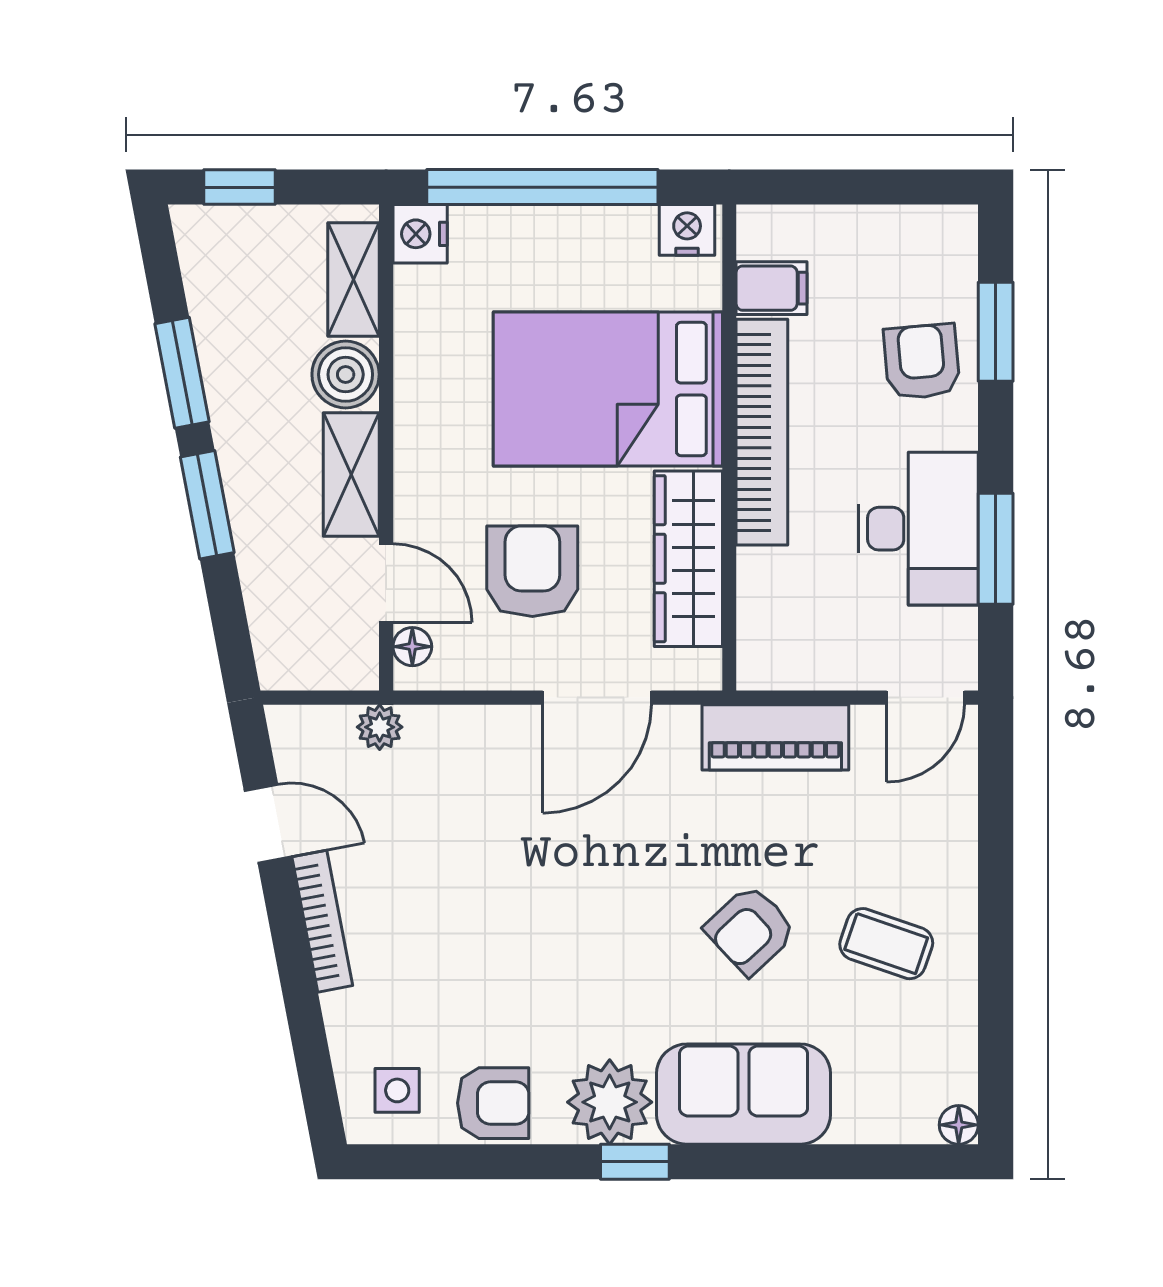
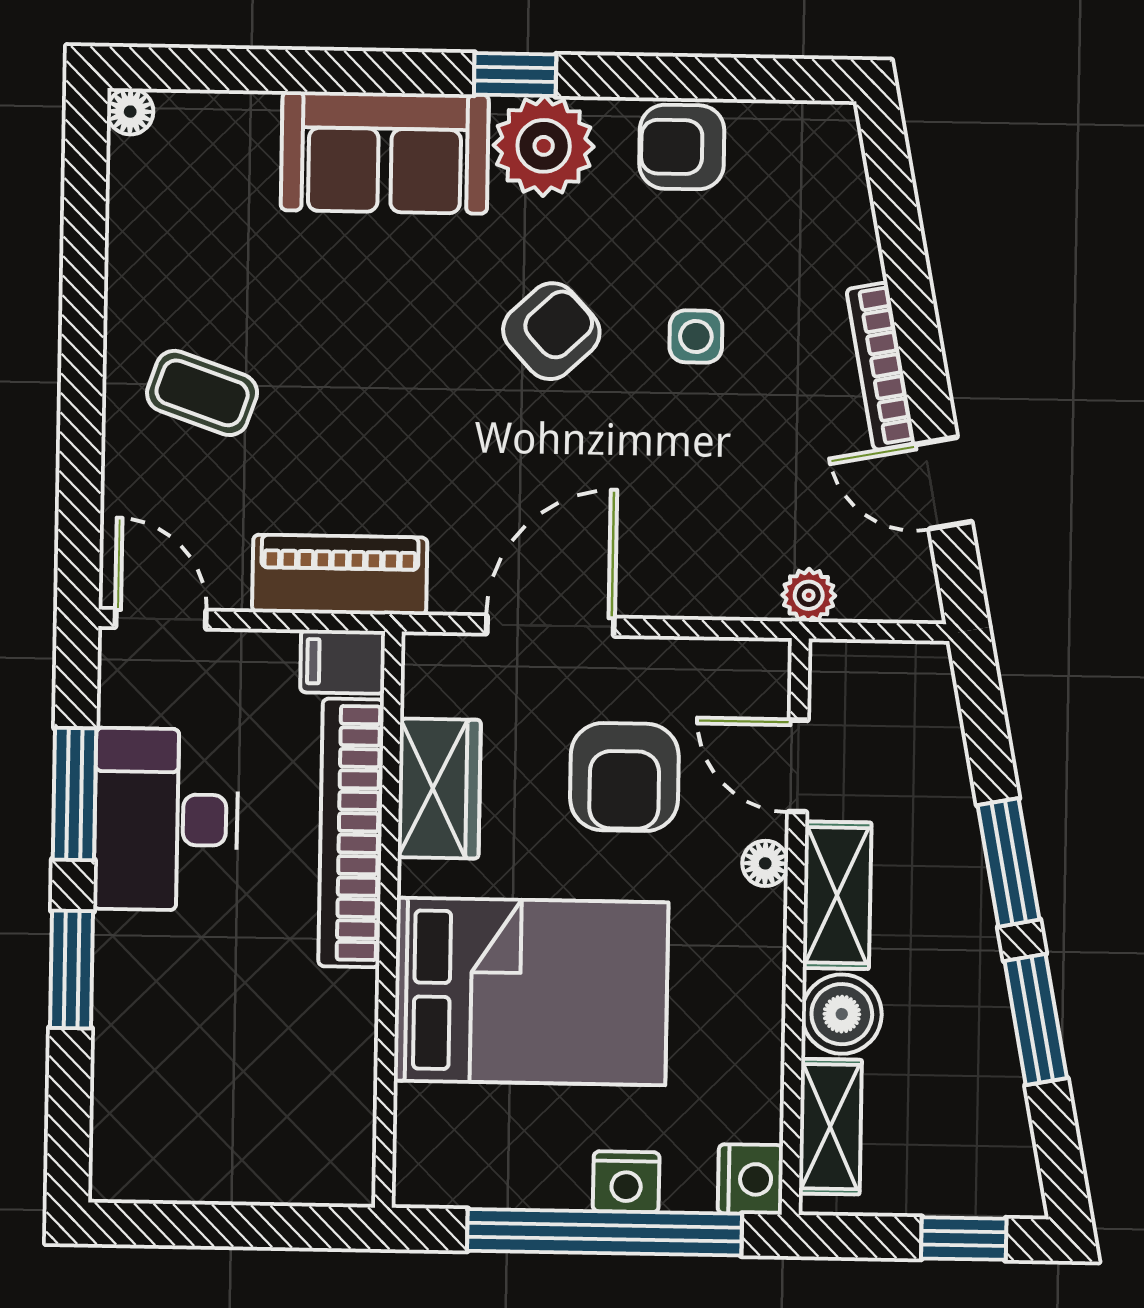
nightstand: (687, 230) -> (626, 1182), moved
filing cabinet: (772, 288) -> (343, 662), moved
window: (996, 332) -> (71, 969), moved
armchair: (922, 362) -> (158, 1017), removed
bookcase: (762, 432) -> (351, 833), moved
wardrobe: (688, 559) -> (439, 789), width x0.67
floor lamp: (412, 647) -> (765, 863), moved
door: (925, 698) -> (161, 619), hinge flipped
armchair: (750, 930) -> (551, 331), moved
coffee table: (886, 944) -> (202, 393), moved
side table: (397, 1090) -> (696, 337), moved

